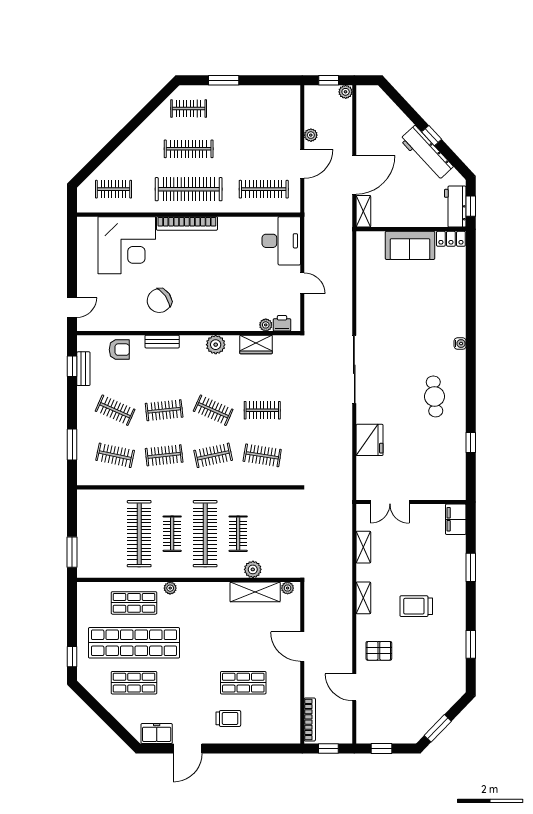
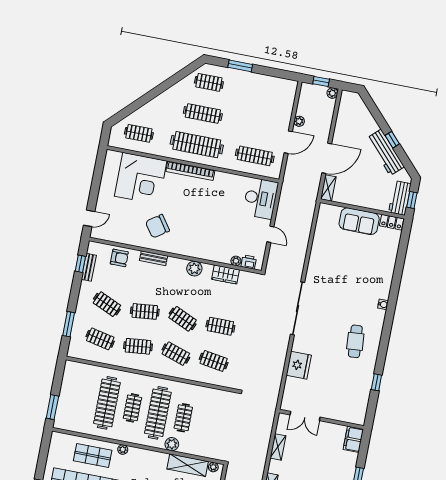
clothes rail: (213, 455) -> (176, 354), turned 30
plant: (253, 569) -> (172, 444), moved

